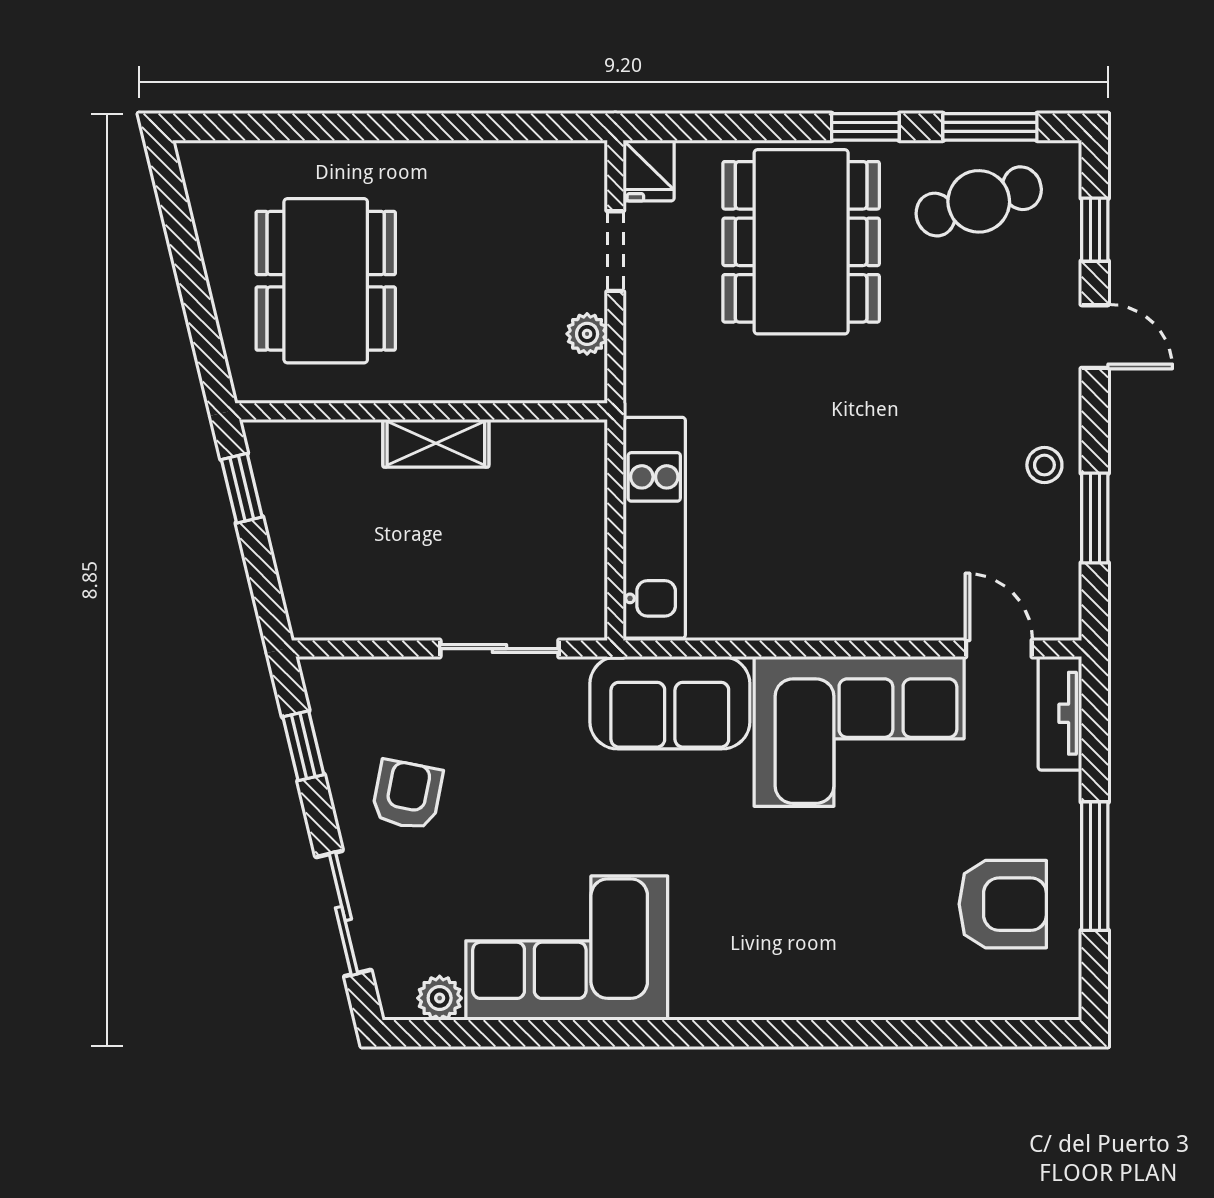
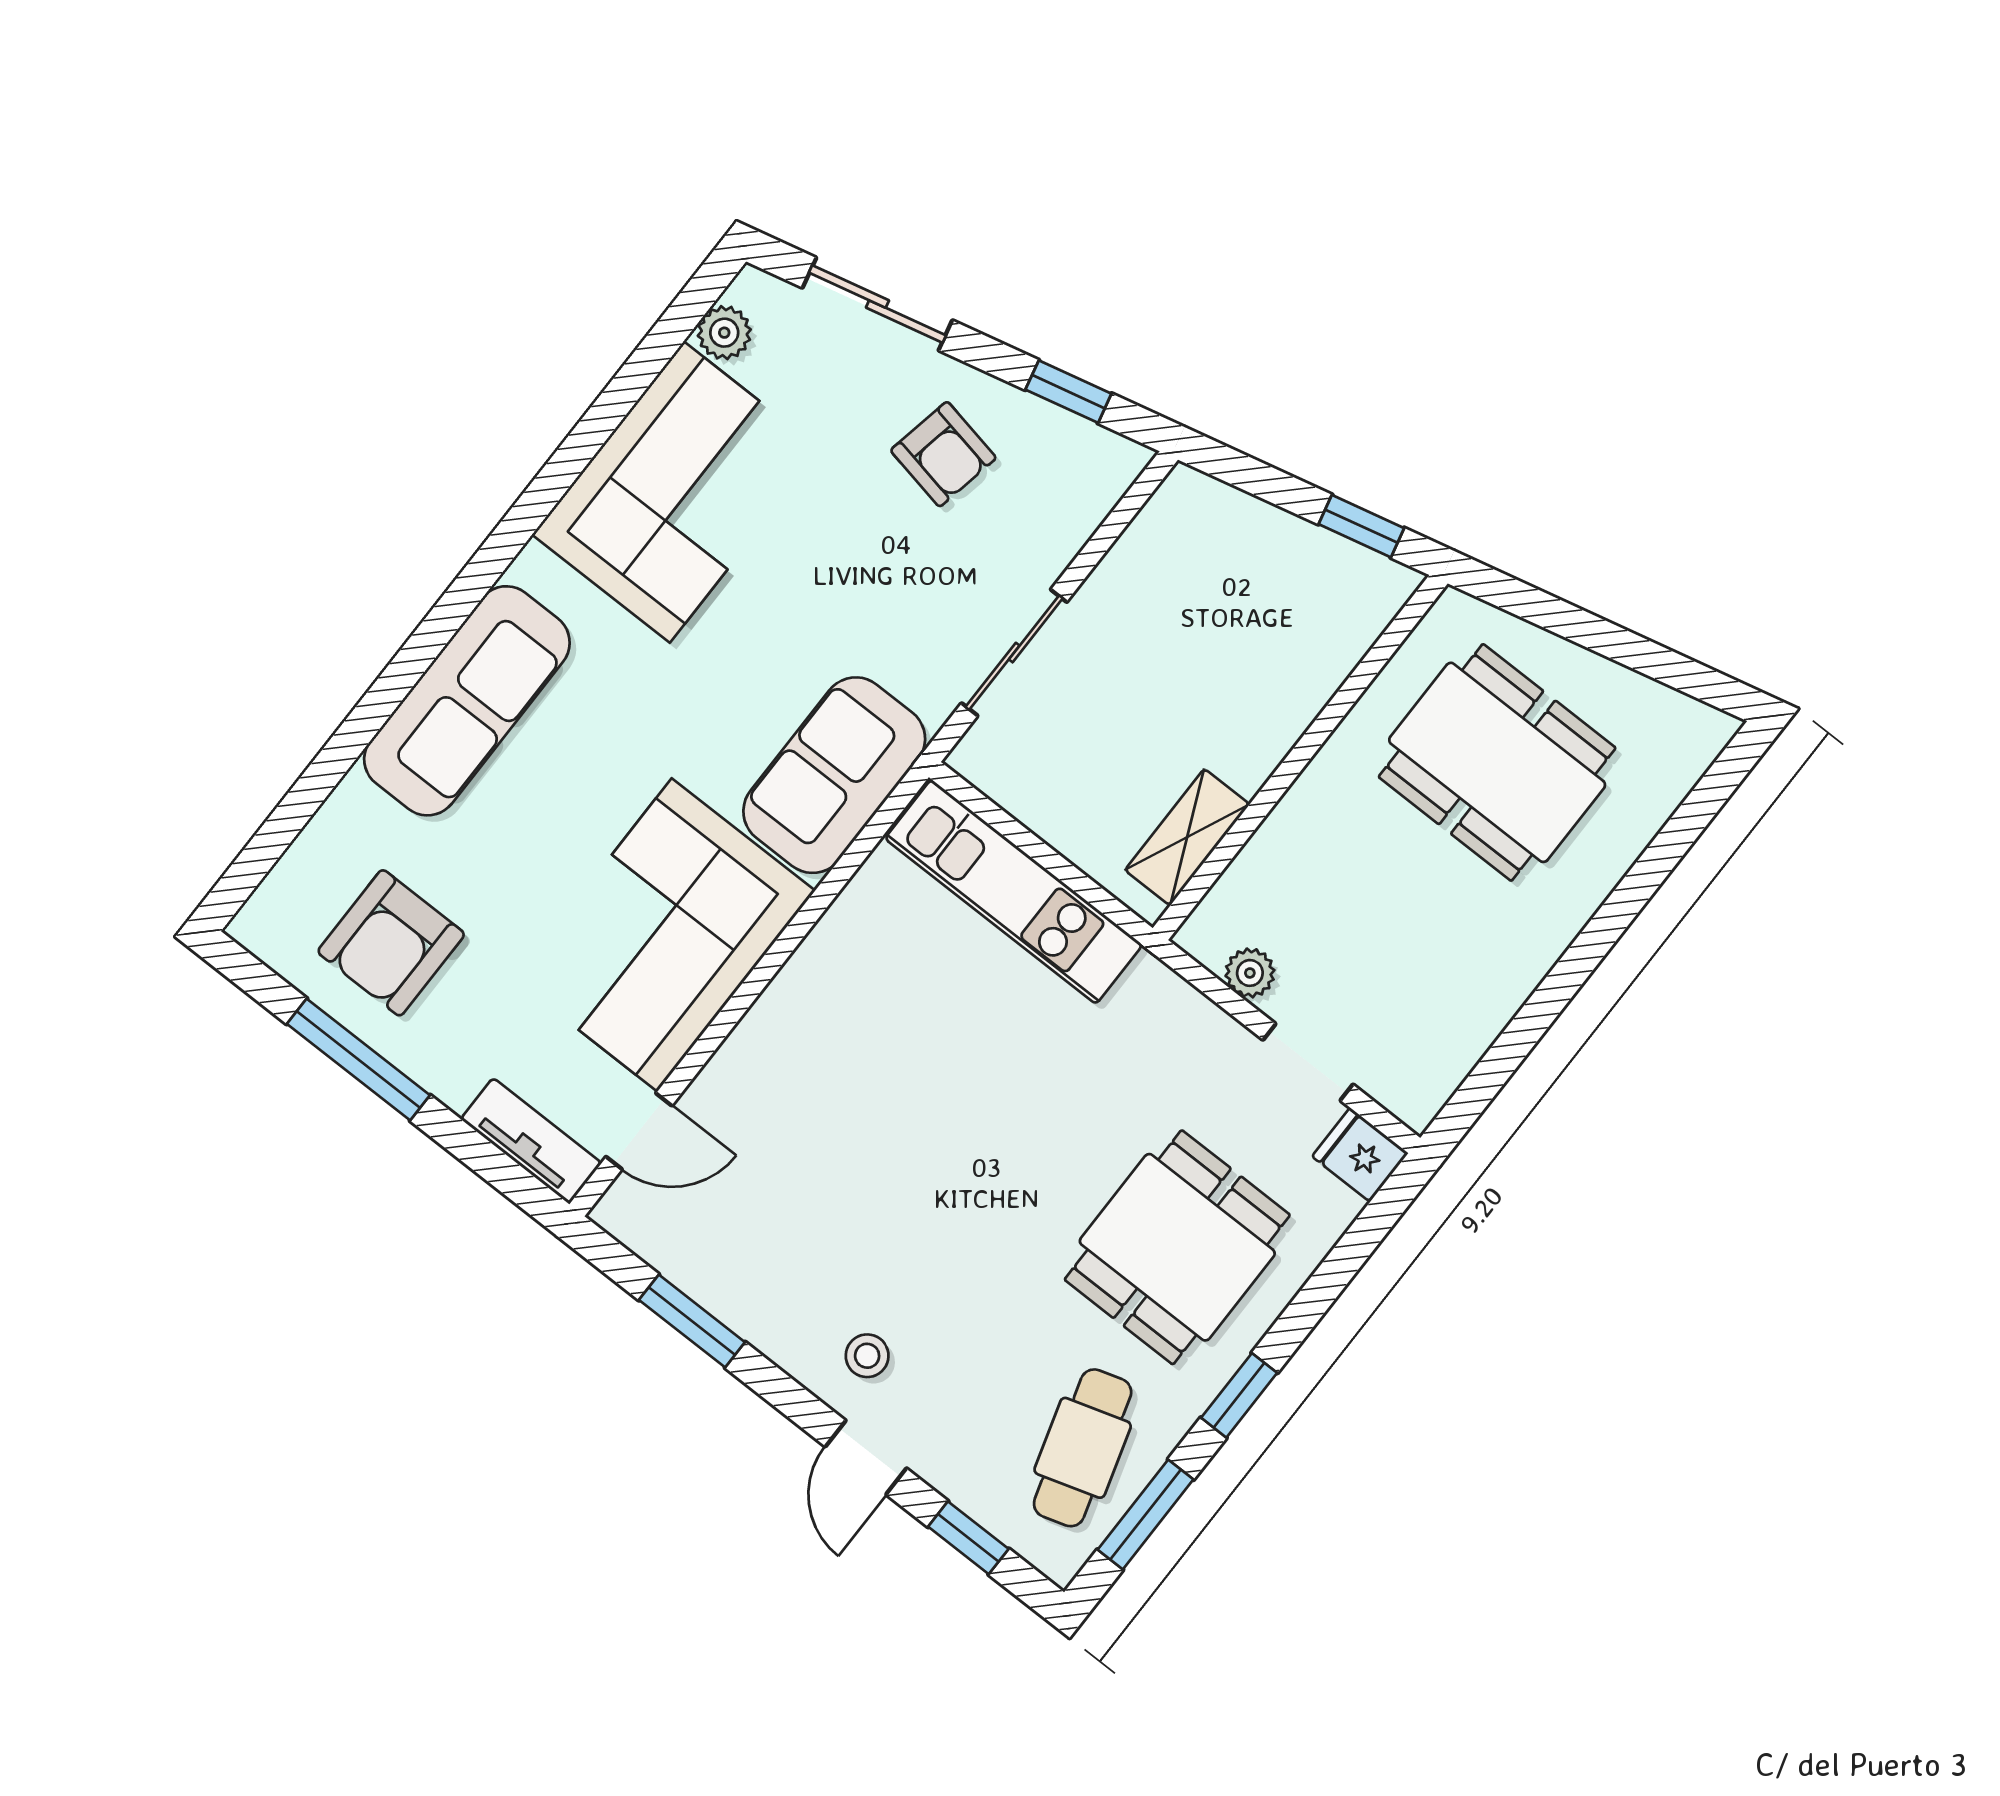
dining table: (801, 242) -> (1177, 1247), width x0.73
door: (1095, 337) -> (866, 1457), hinge flipped
shelving: (436, 443) -> (1187, 837), moved
stool: (1044, 465) -> (867, 1356), moved
sofa: (808, 978) -> (467, 701), added

